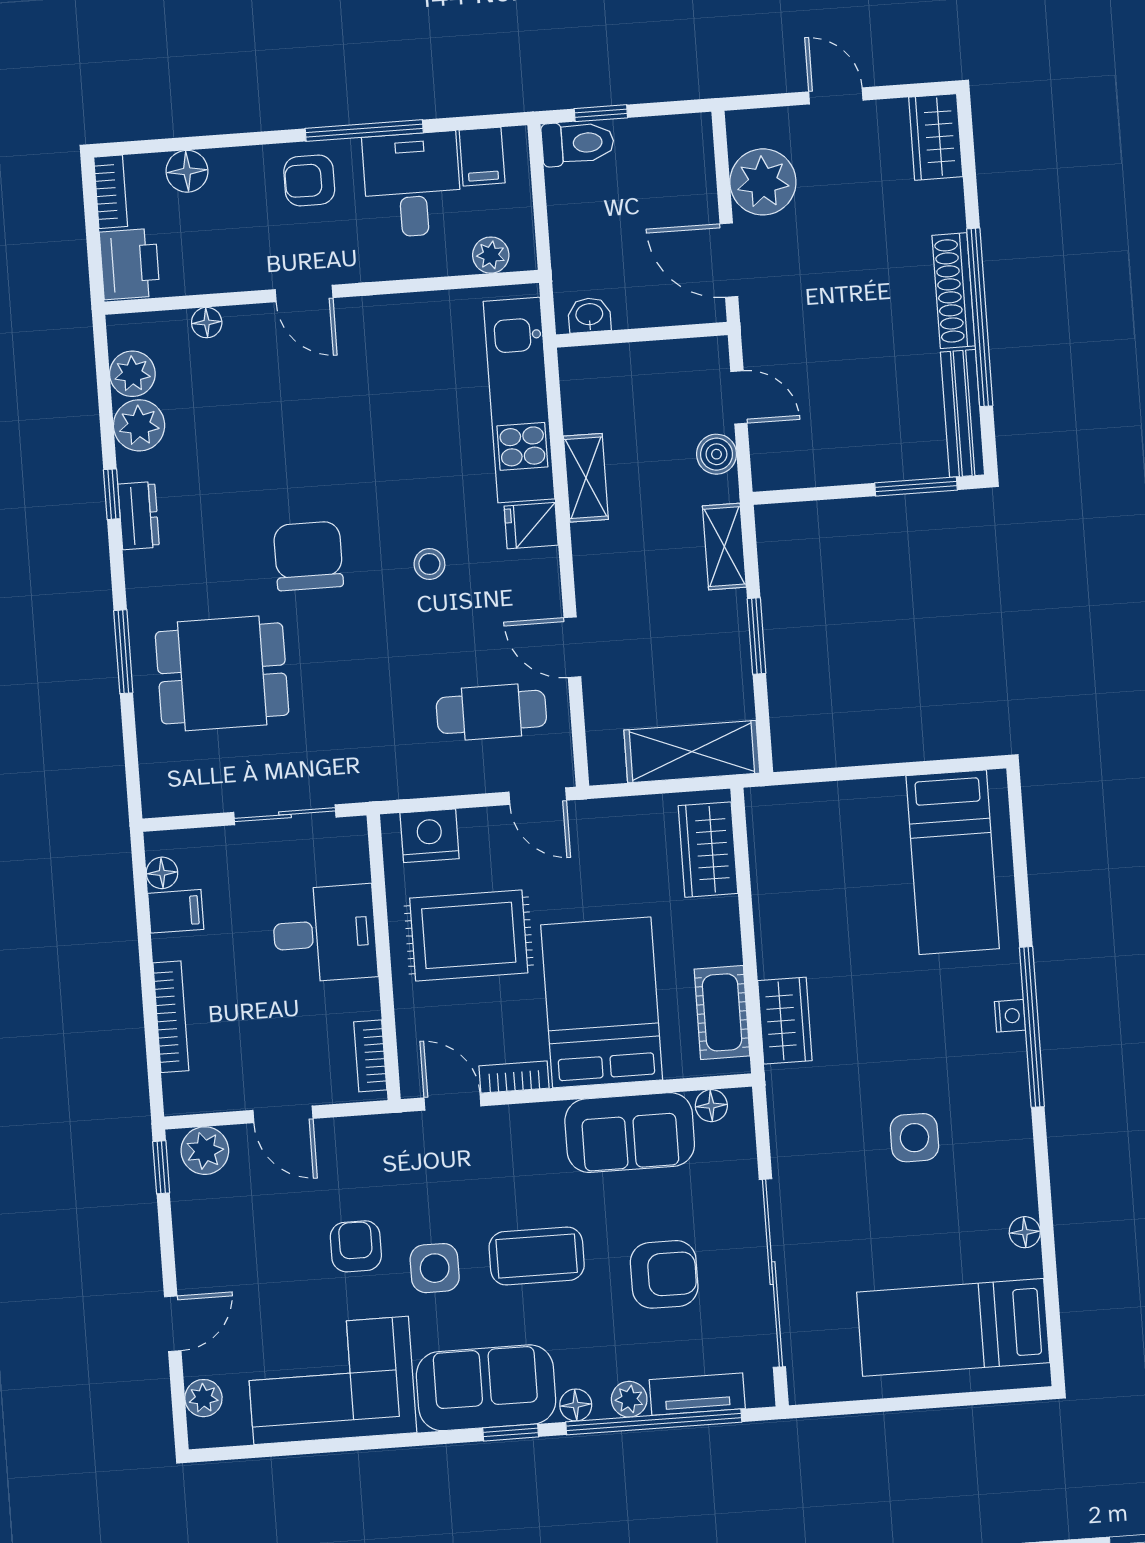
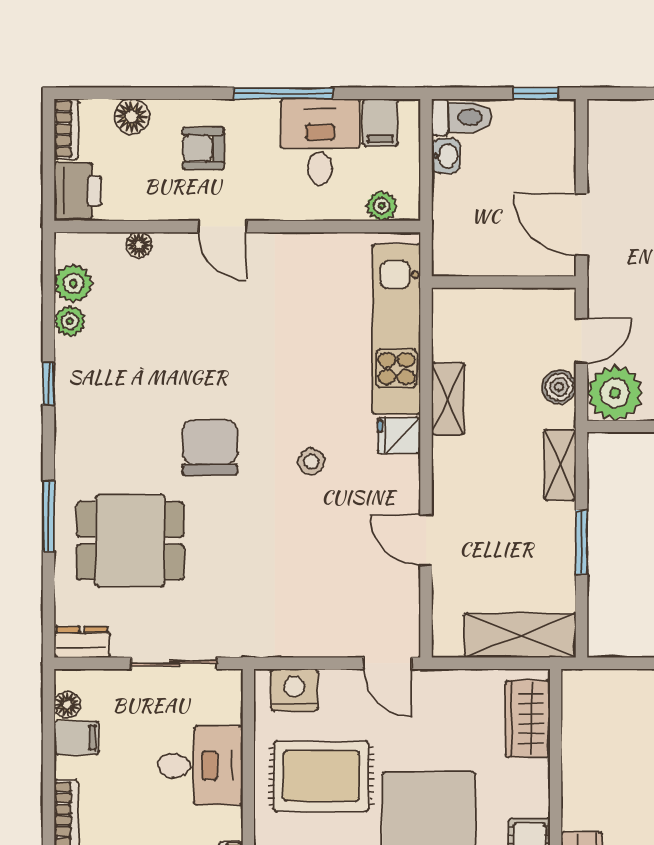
window: (601, 113) -> (536, 93), moved
armchair: (309, 180) -> (203, 148), moved
plant: (763, 182) -> (615, 393), moved
washbasin: (589, 315) -> (446, 156), moved, turned 90
door: (739, 397) -> (581, 341), hinge flipped
plant: (139, 425) -> (70, 321), width x0.73, depth x0.73
dresser: (139, 516) -> (82, 642), moved, turned -90
cafe table: (491, 712) -> (354, 590), removed

